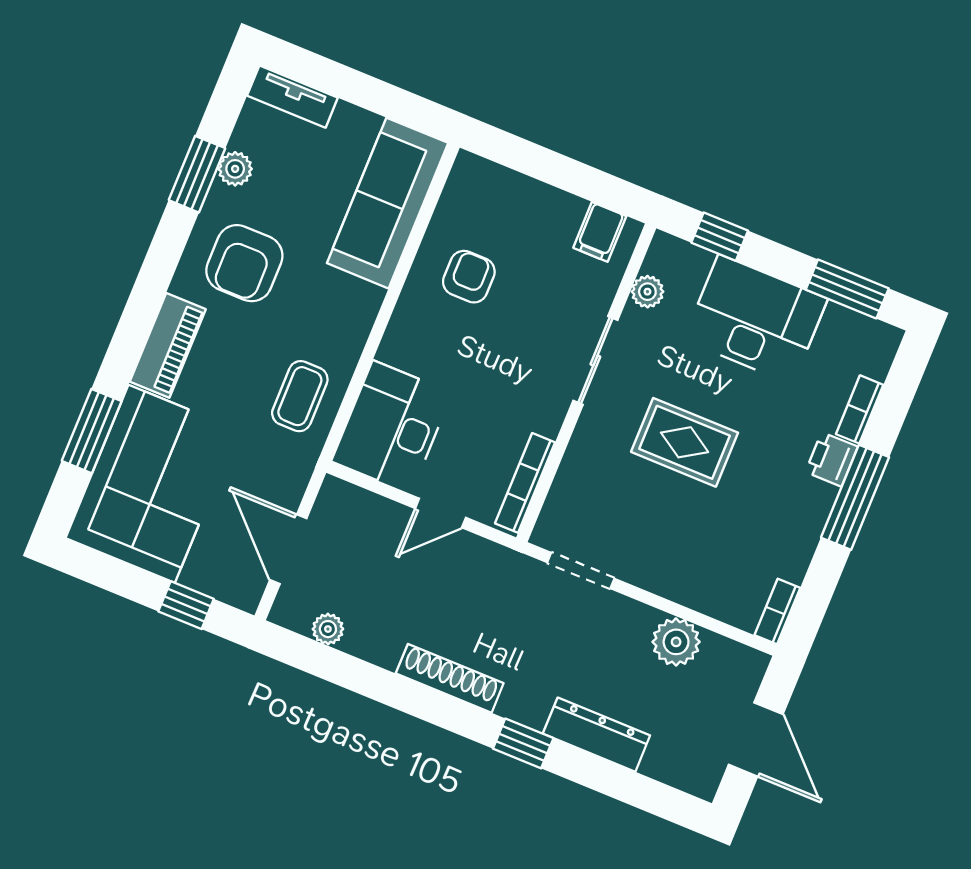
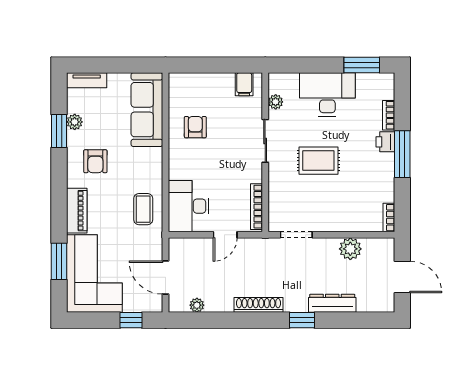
window: (720, 237) -> (297, 65), removed
armchair: (244, 263) -> (95, 161), width x0.72, depth x0.72

